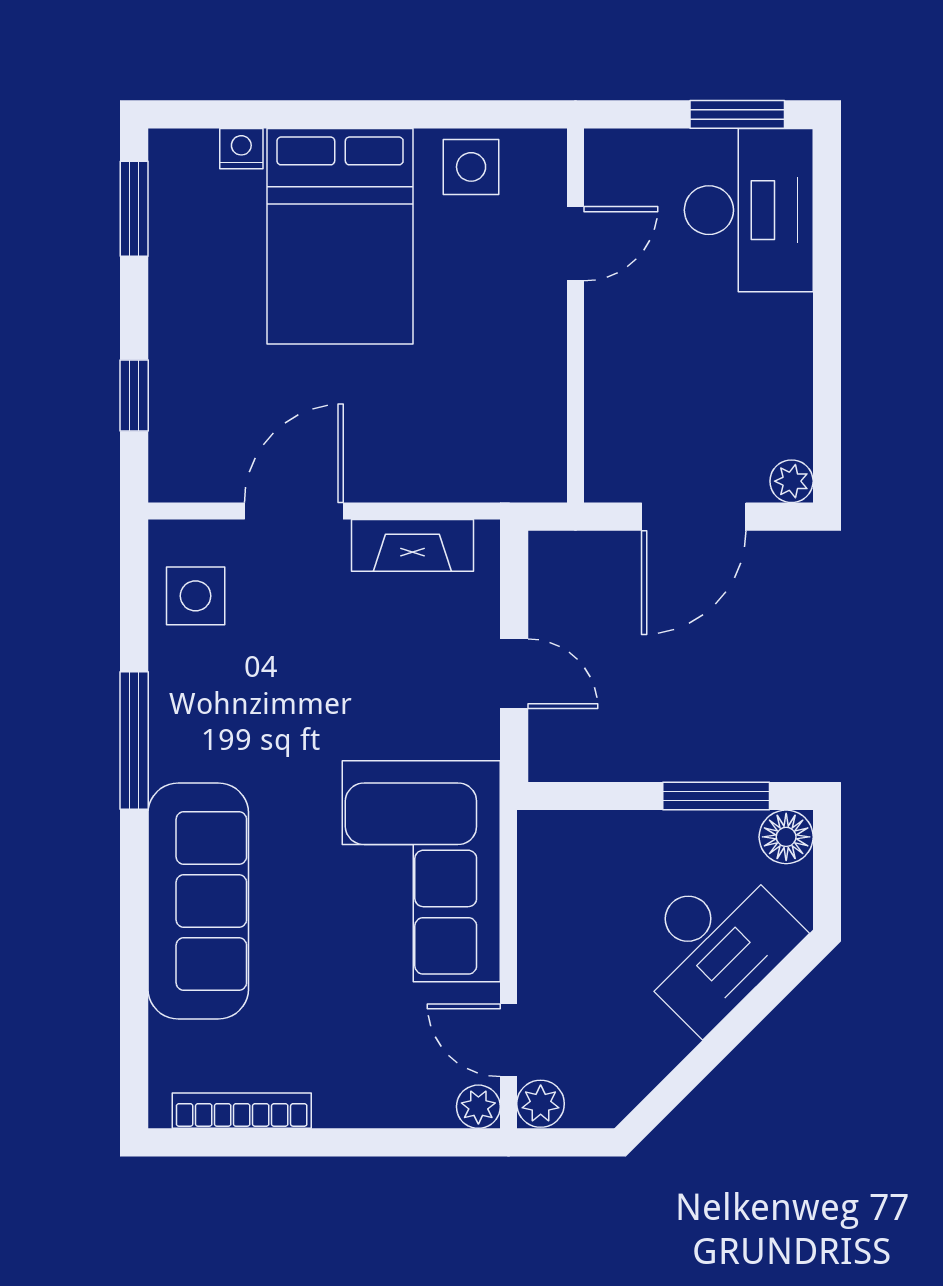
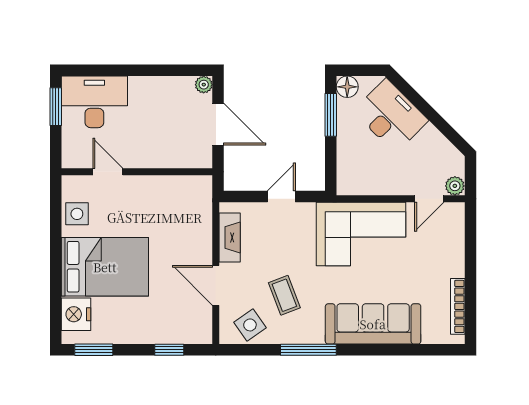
nightstand: (241, 149) -> (76, 314), width x1.89, depth x1.79
side table: (196, 596) -> (250, 325), turned -35
coffee table: (269, 681) -> (284, 295), added
plant: (478, 1107) -> (456, 211), removed

